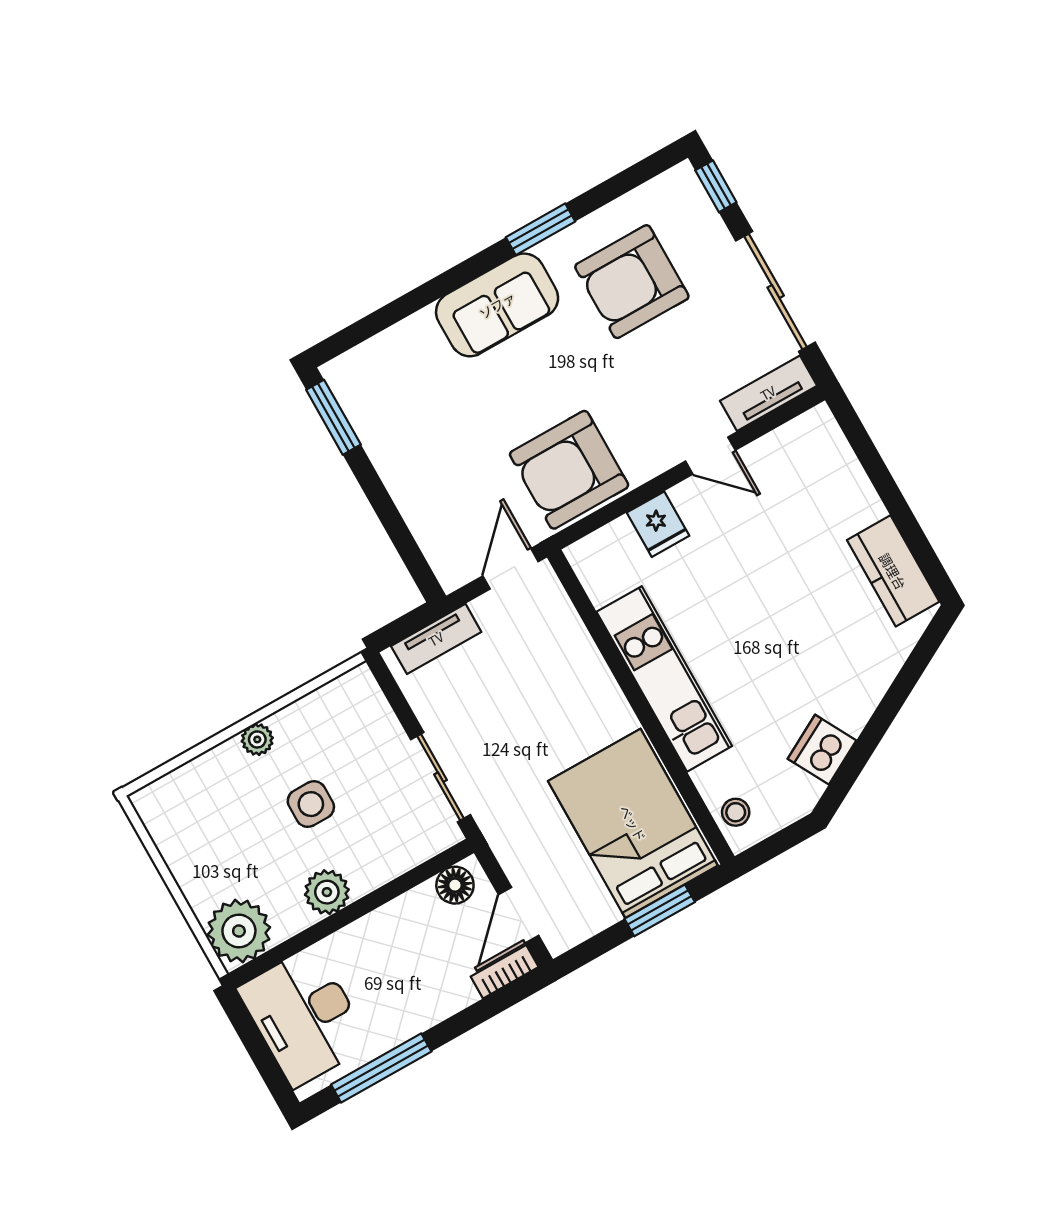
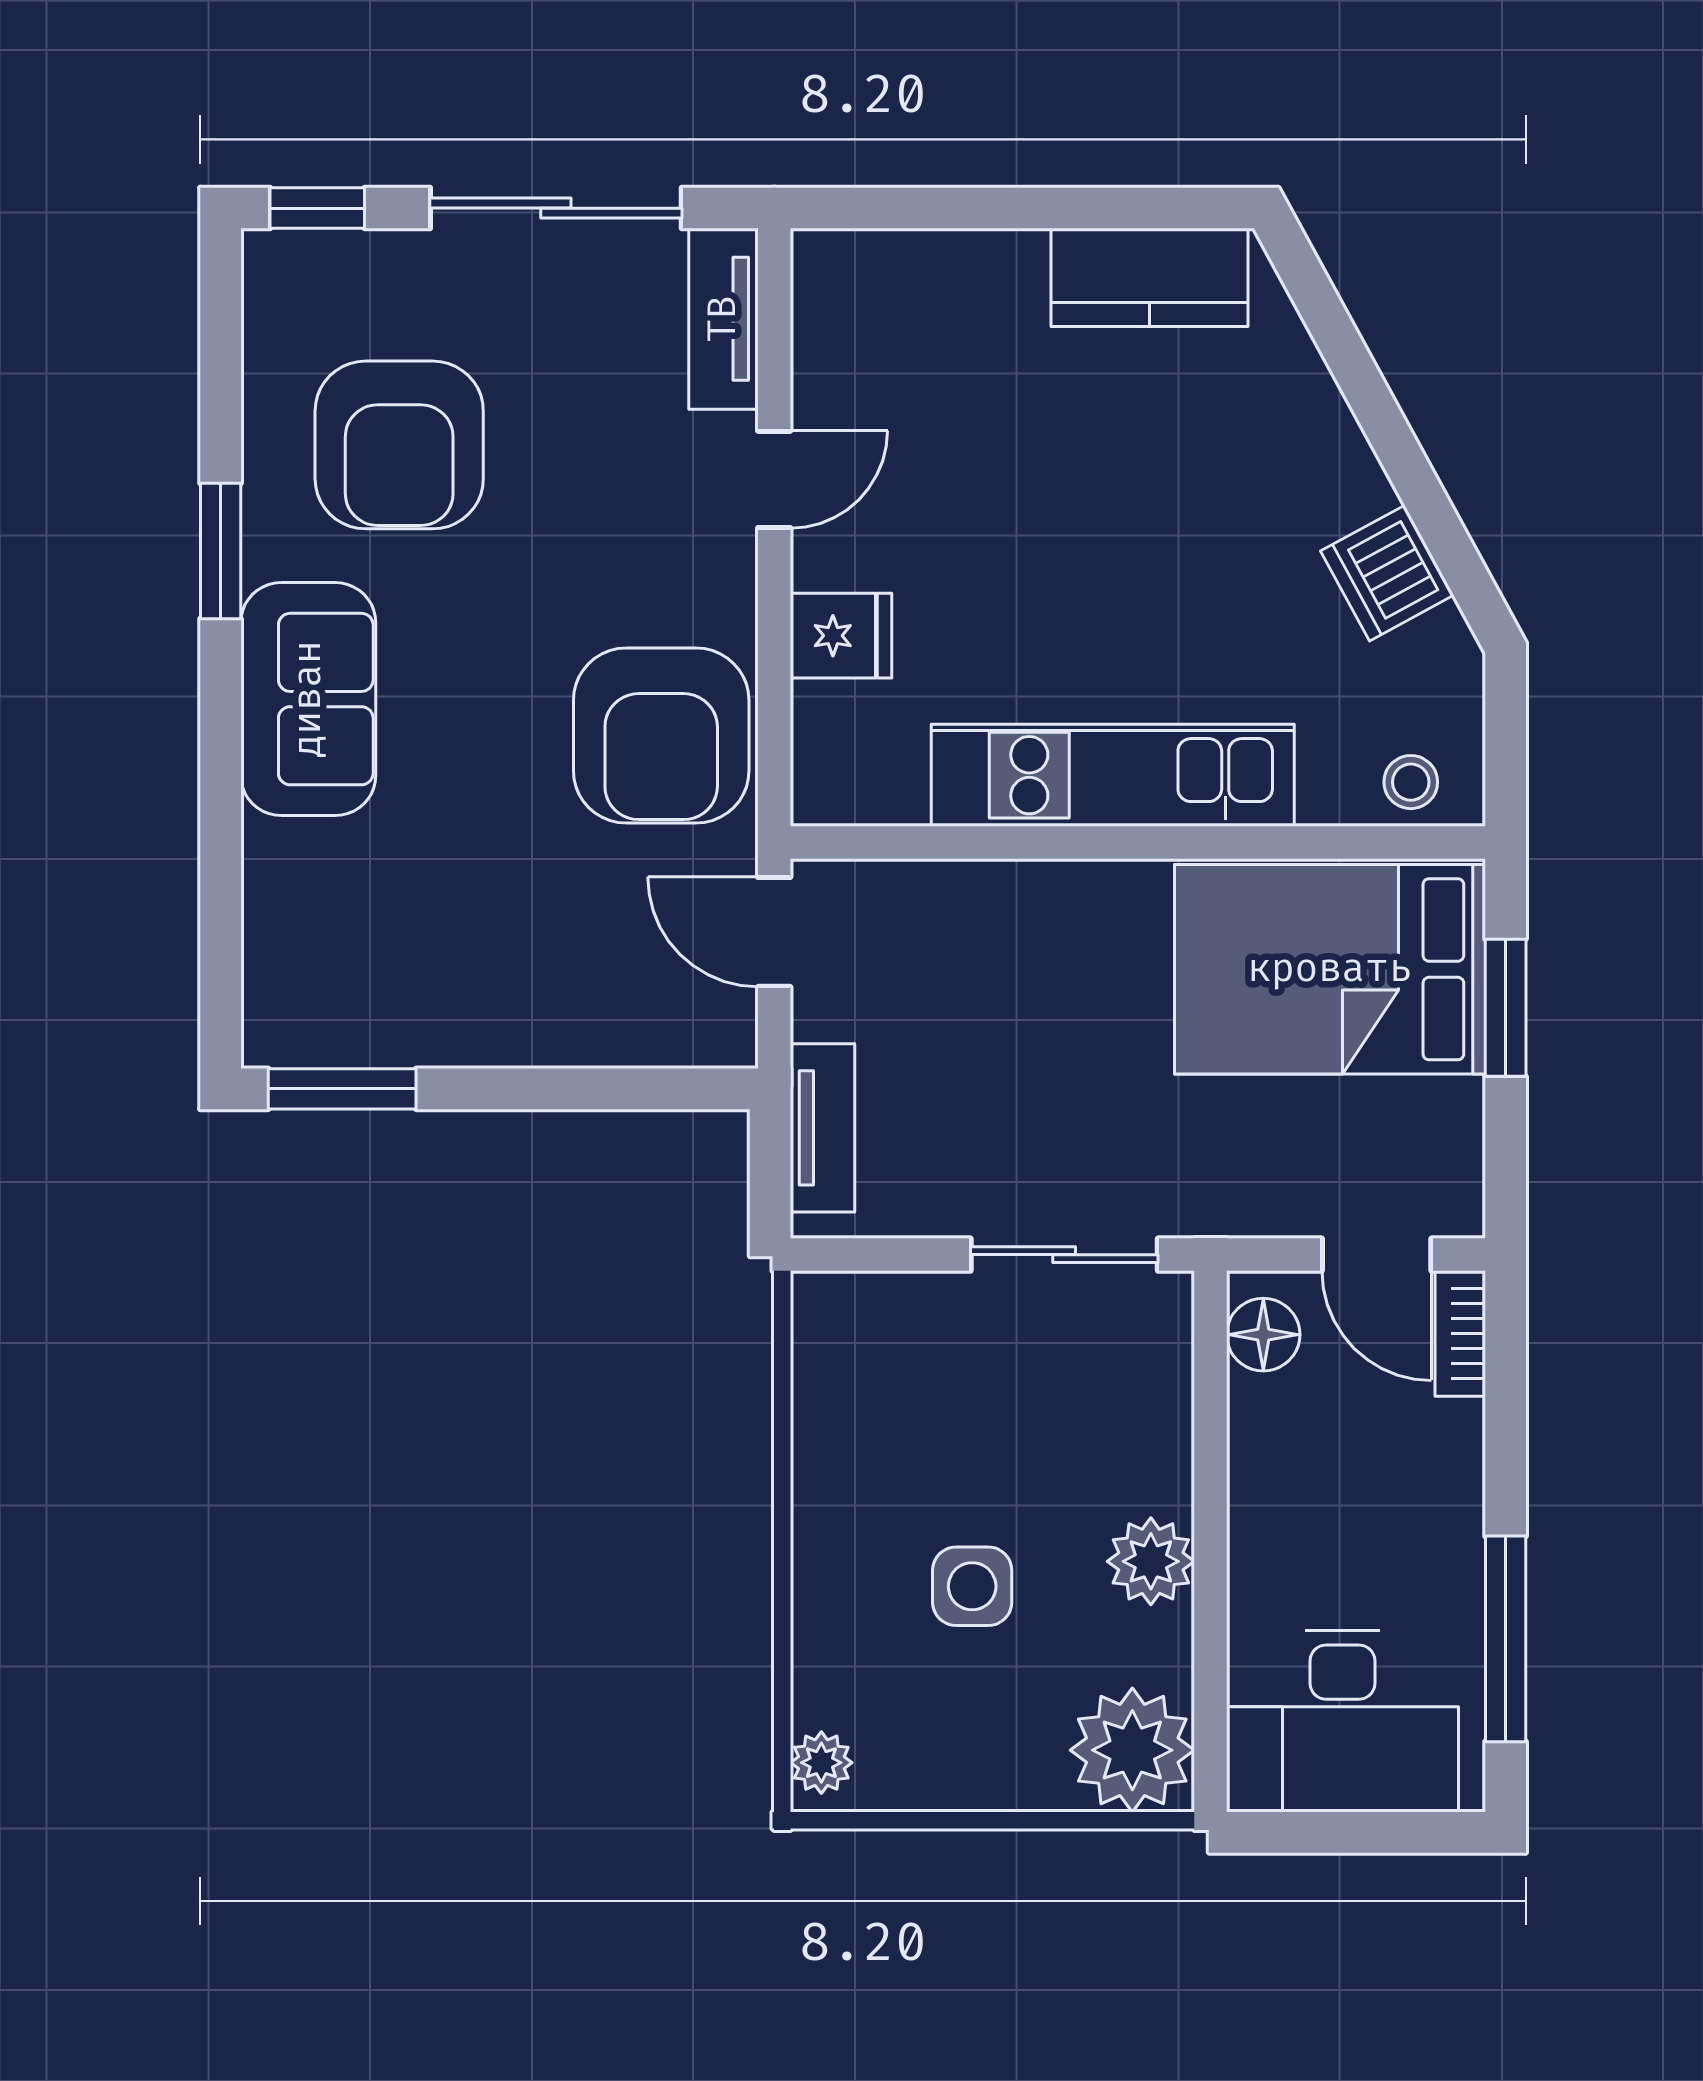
plant: (257, 739) -> (821, 1763), moved
side table: (311, 804) -> (972, 1586), moved

